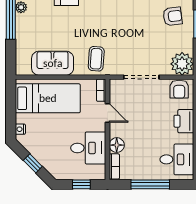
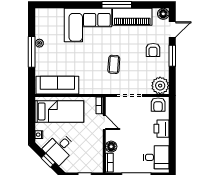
armchair: (173, 16) -> (153, 50), turned 97
coffee table: (96, 59) -> (114, 64), moved
sofa: (53, 63) -> (57, 85), width x1.36
desk: (88, 148) -> (59, 148), moved, turned 135

